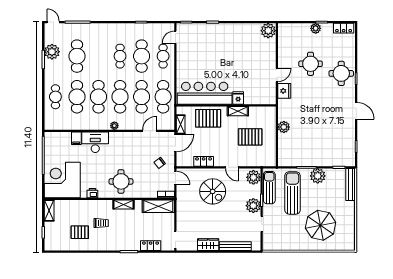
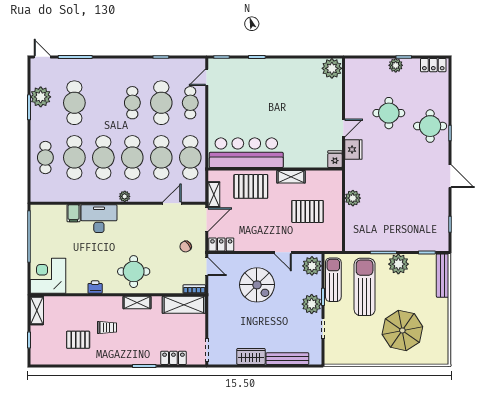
fridge: (238, 98) -> (335, 159), moved
locker: (204, 161) -> (221, 244), moved
corner desk: (62, 180) -> (48, 276), width x0.74, depth x0.74

